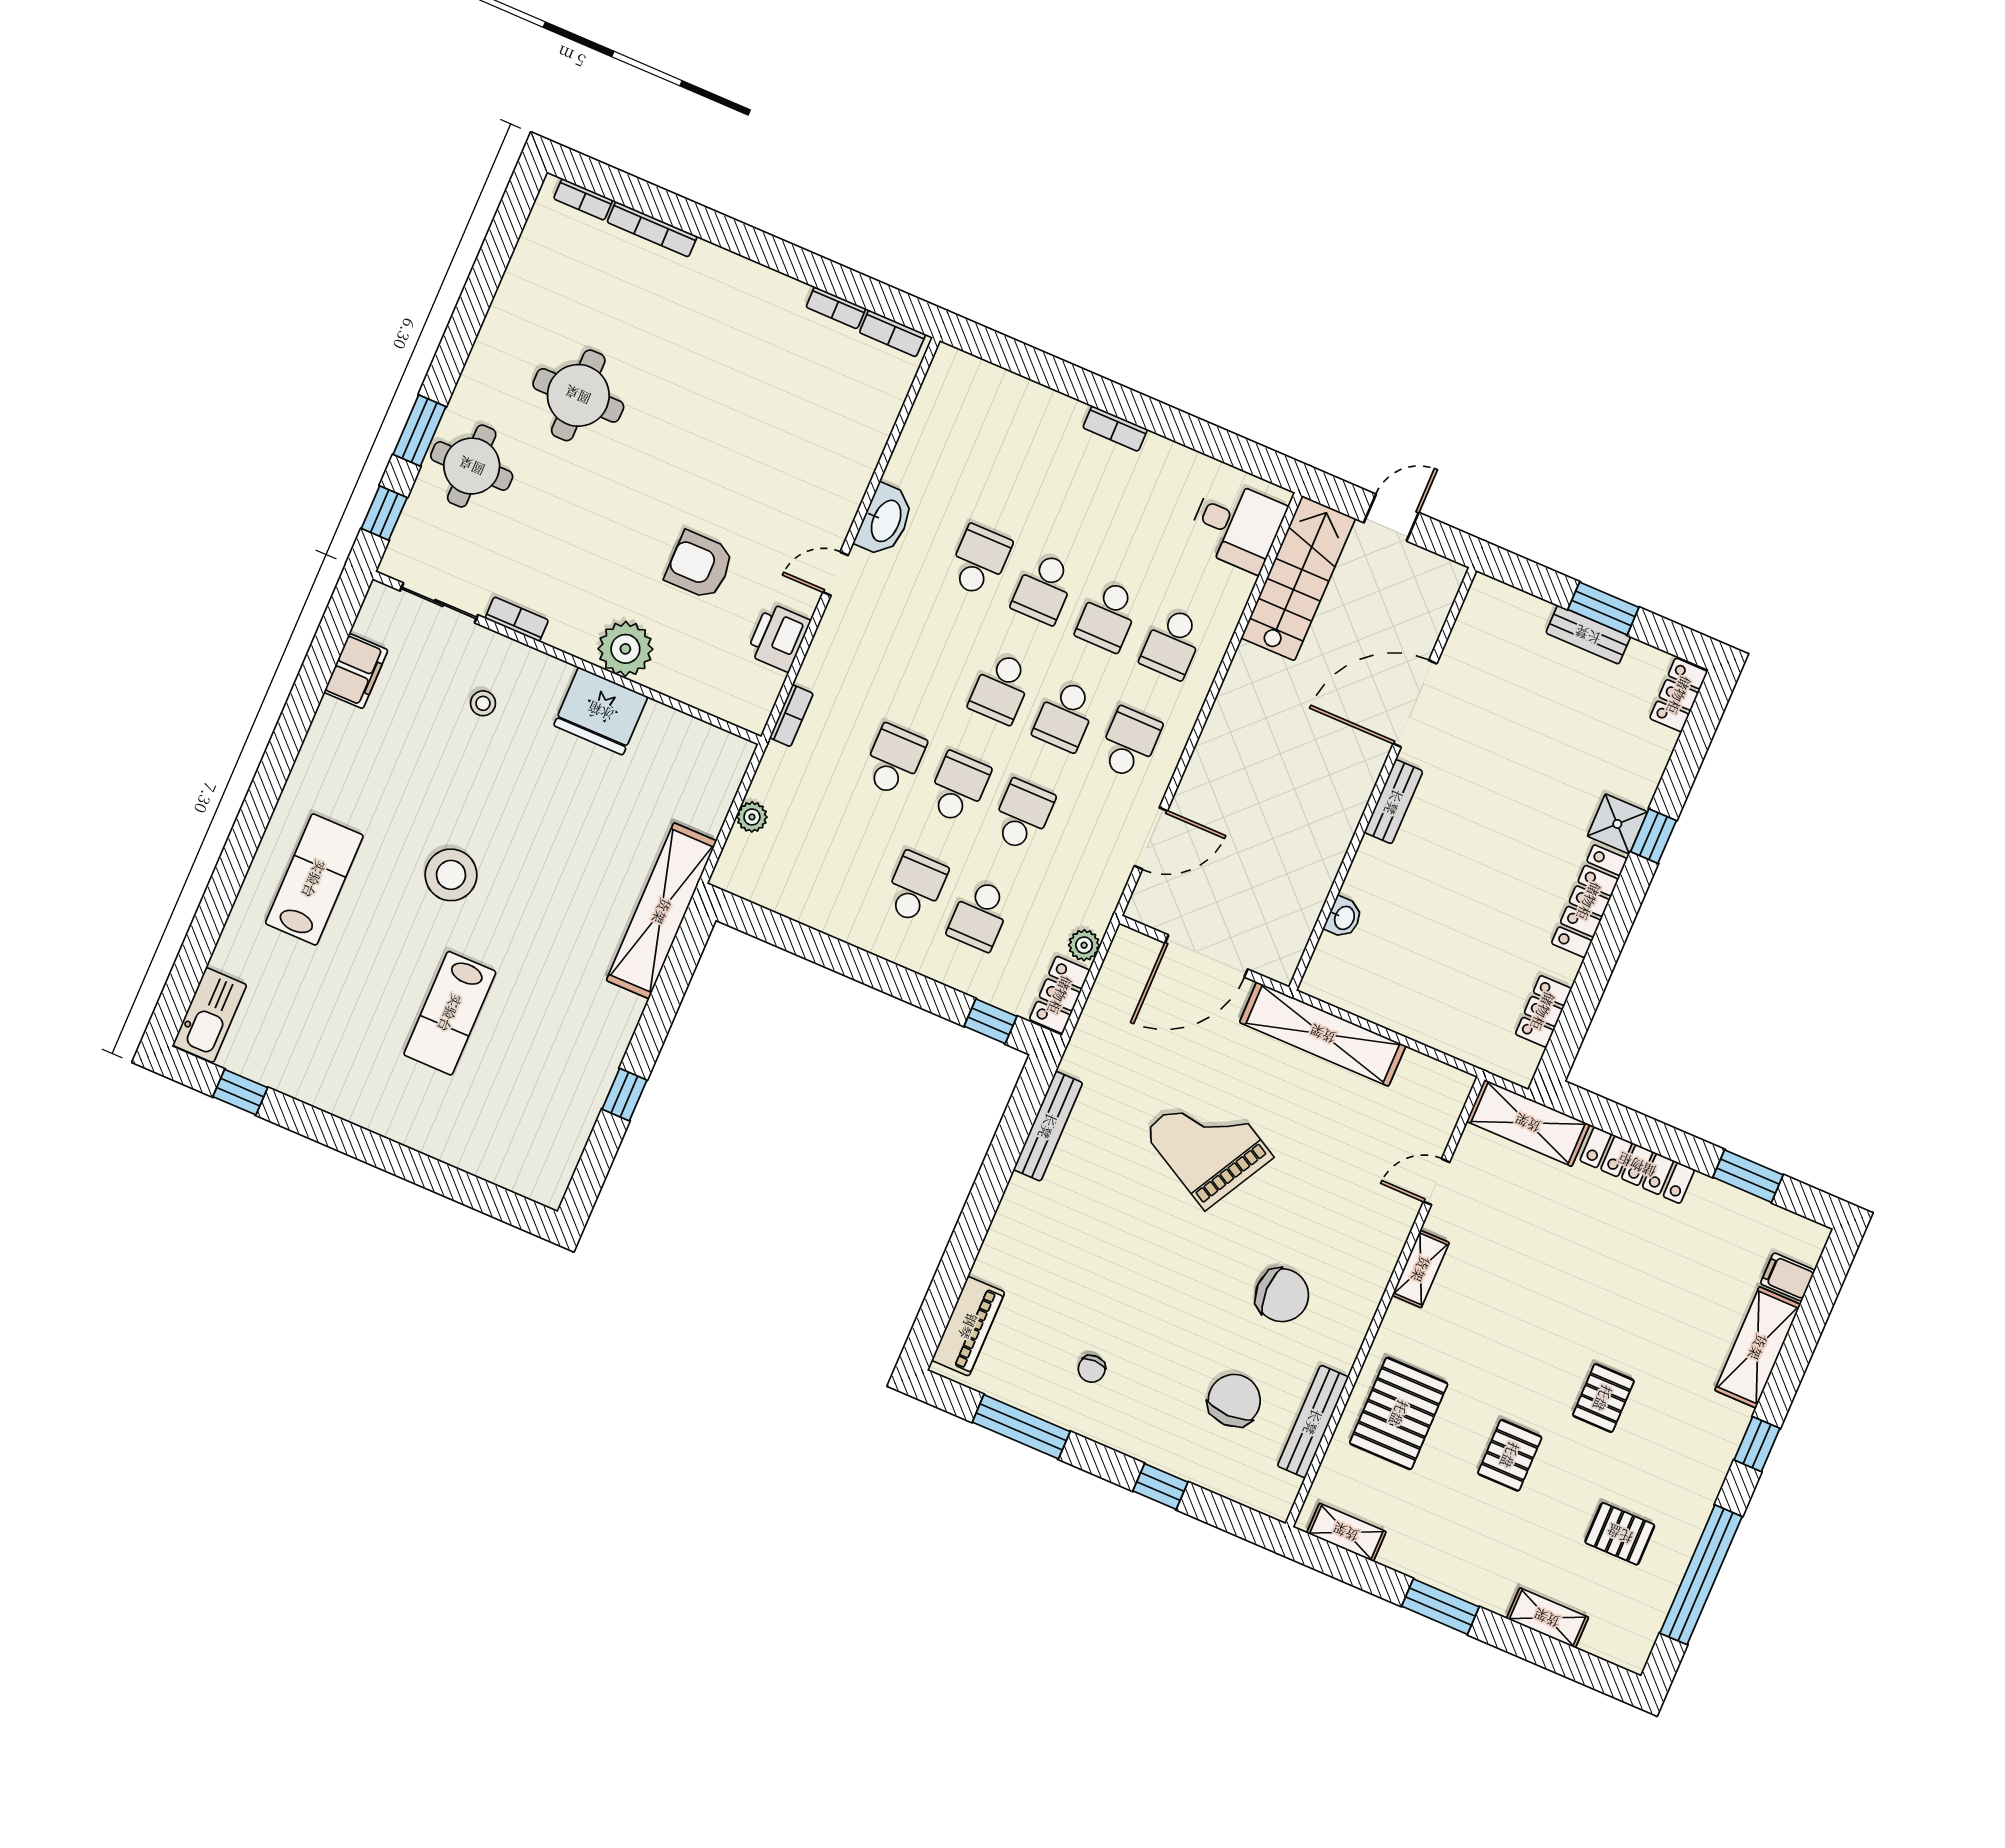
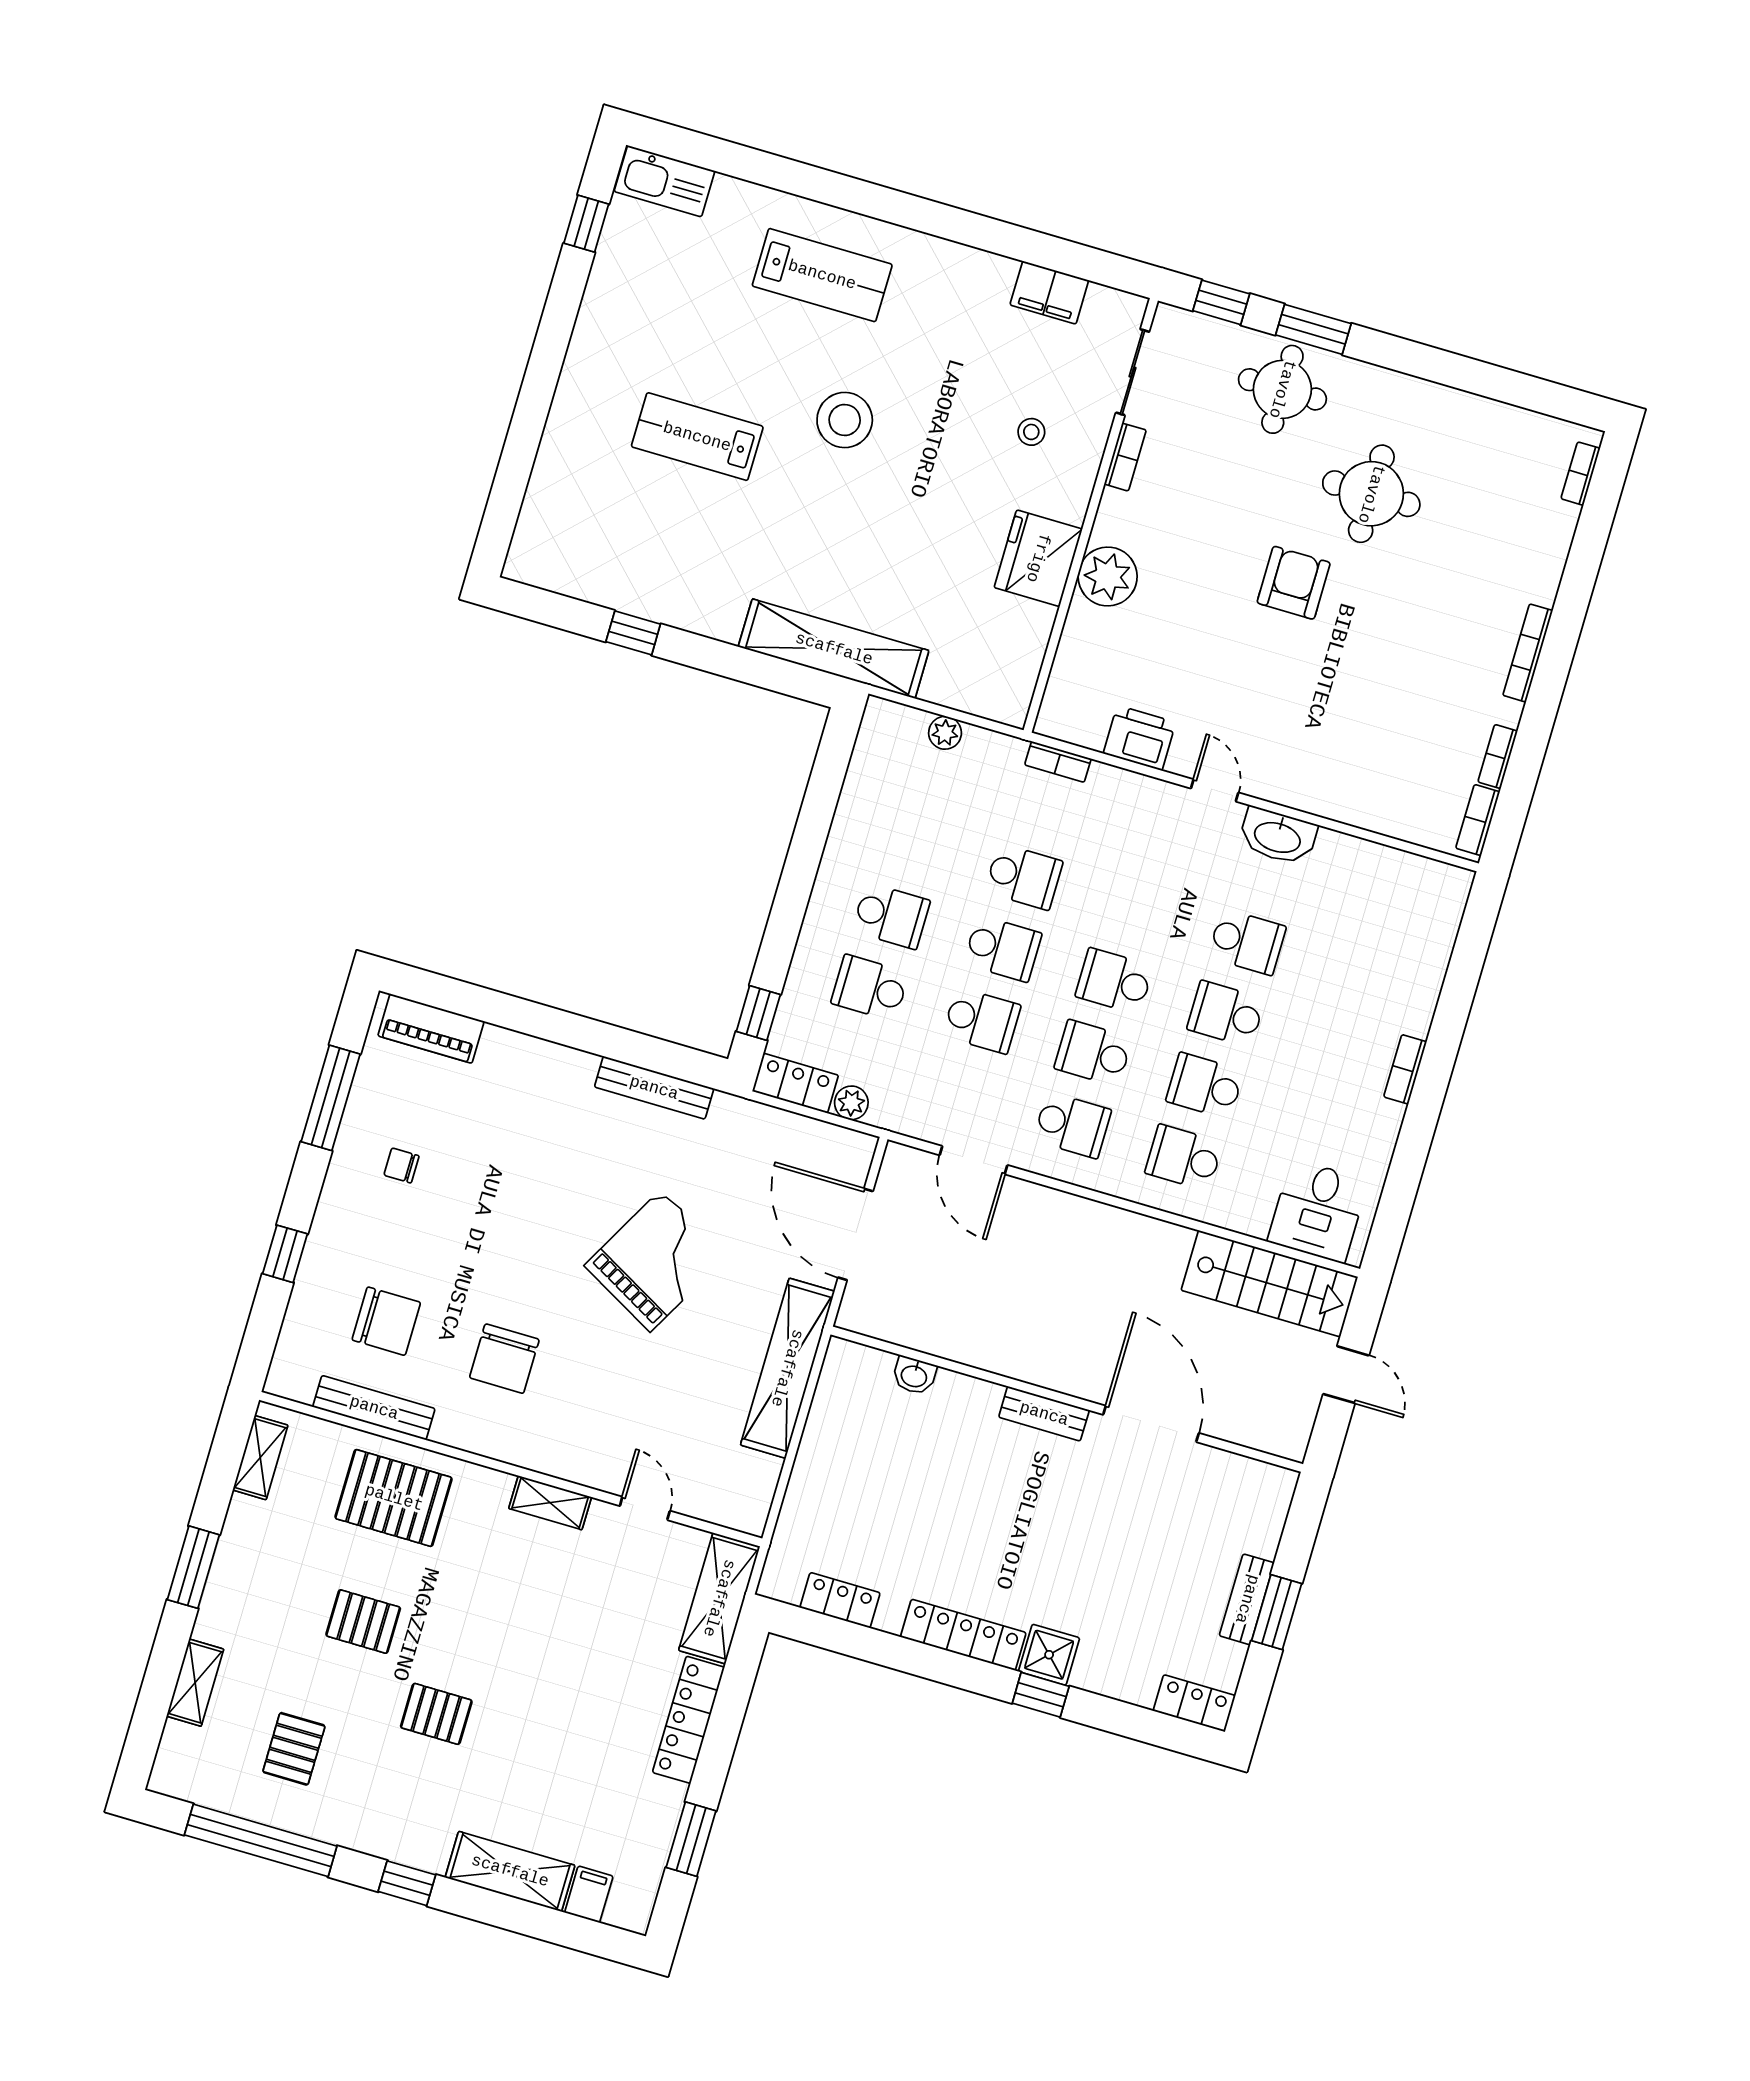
bookcase: (652, 229) -> (1528, 653), moved
armchair: (699, 565) -> (1294, 583), moved

